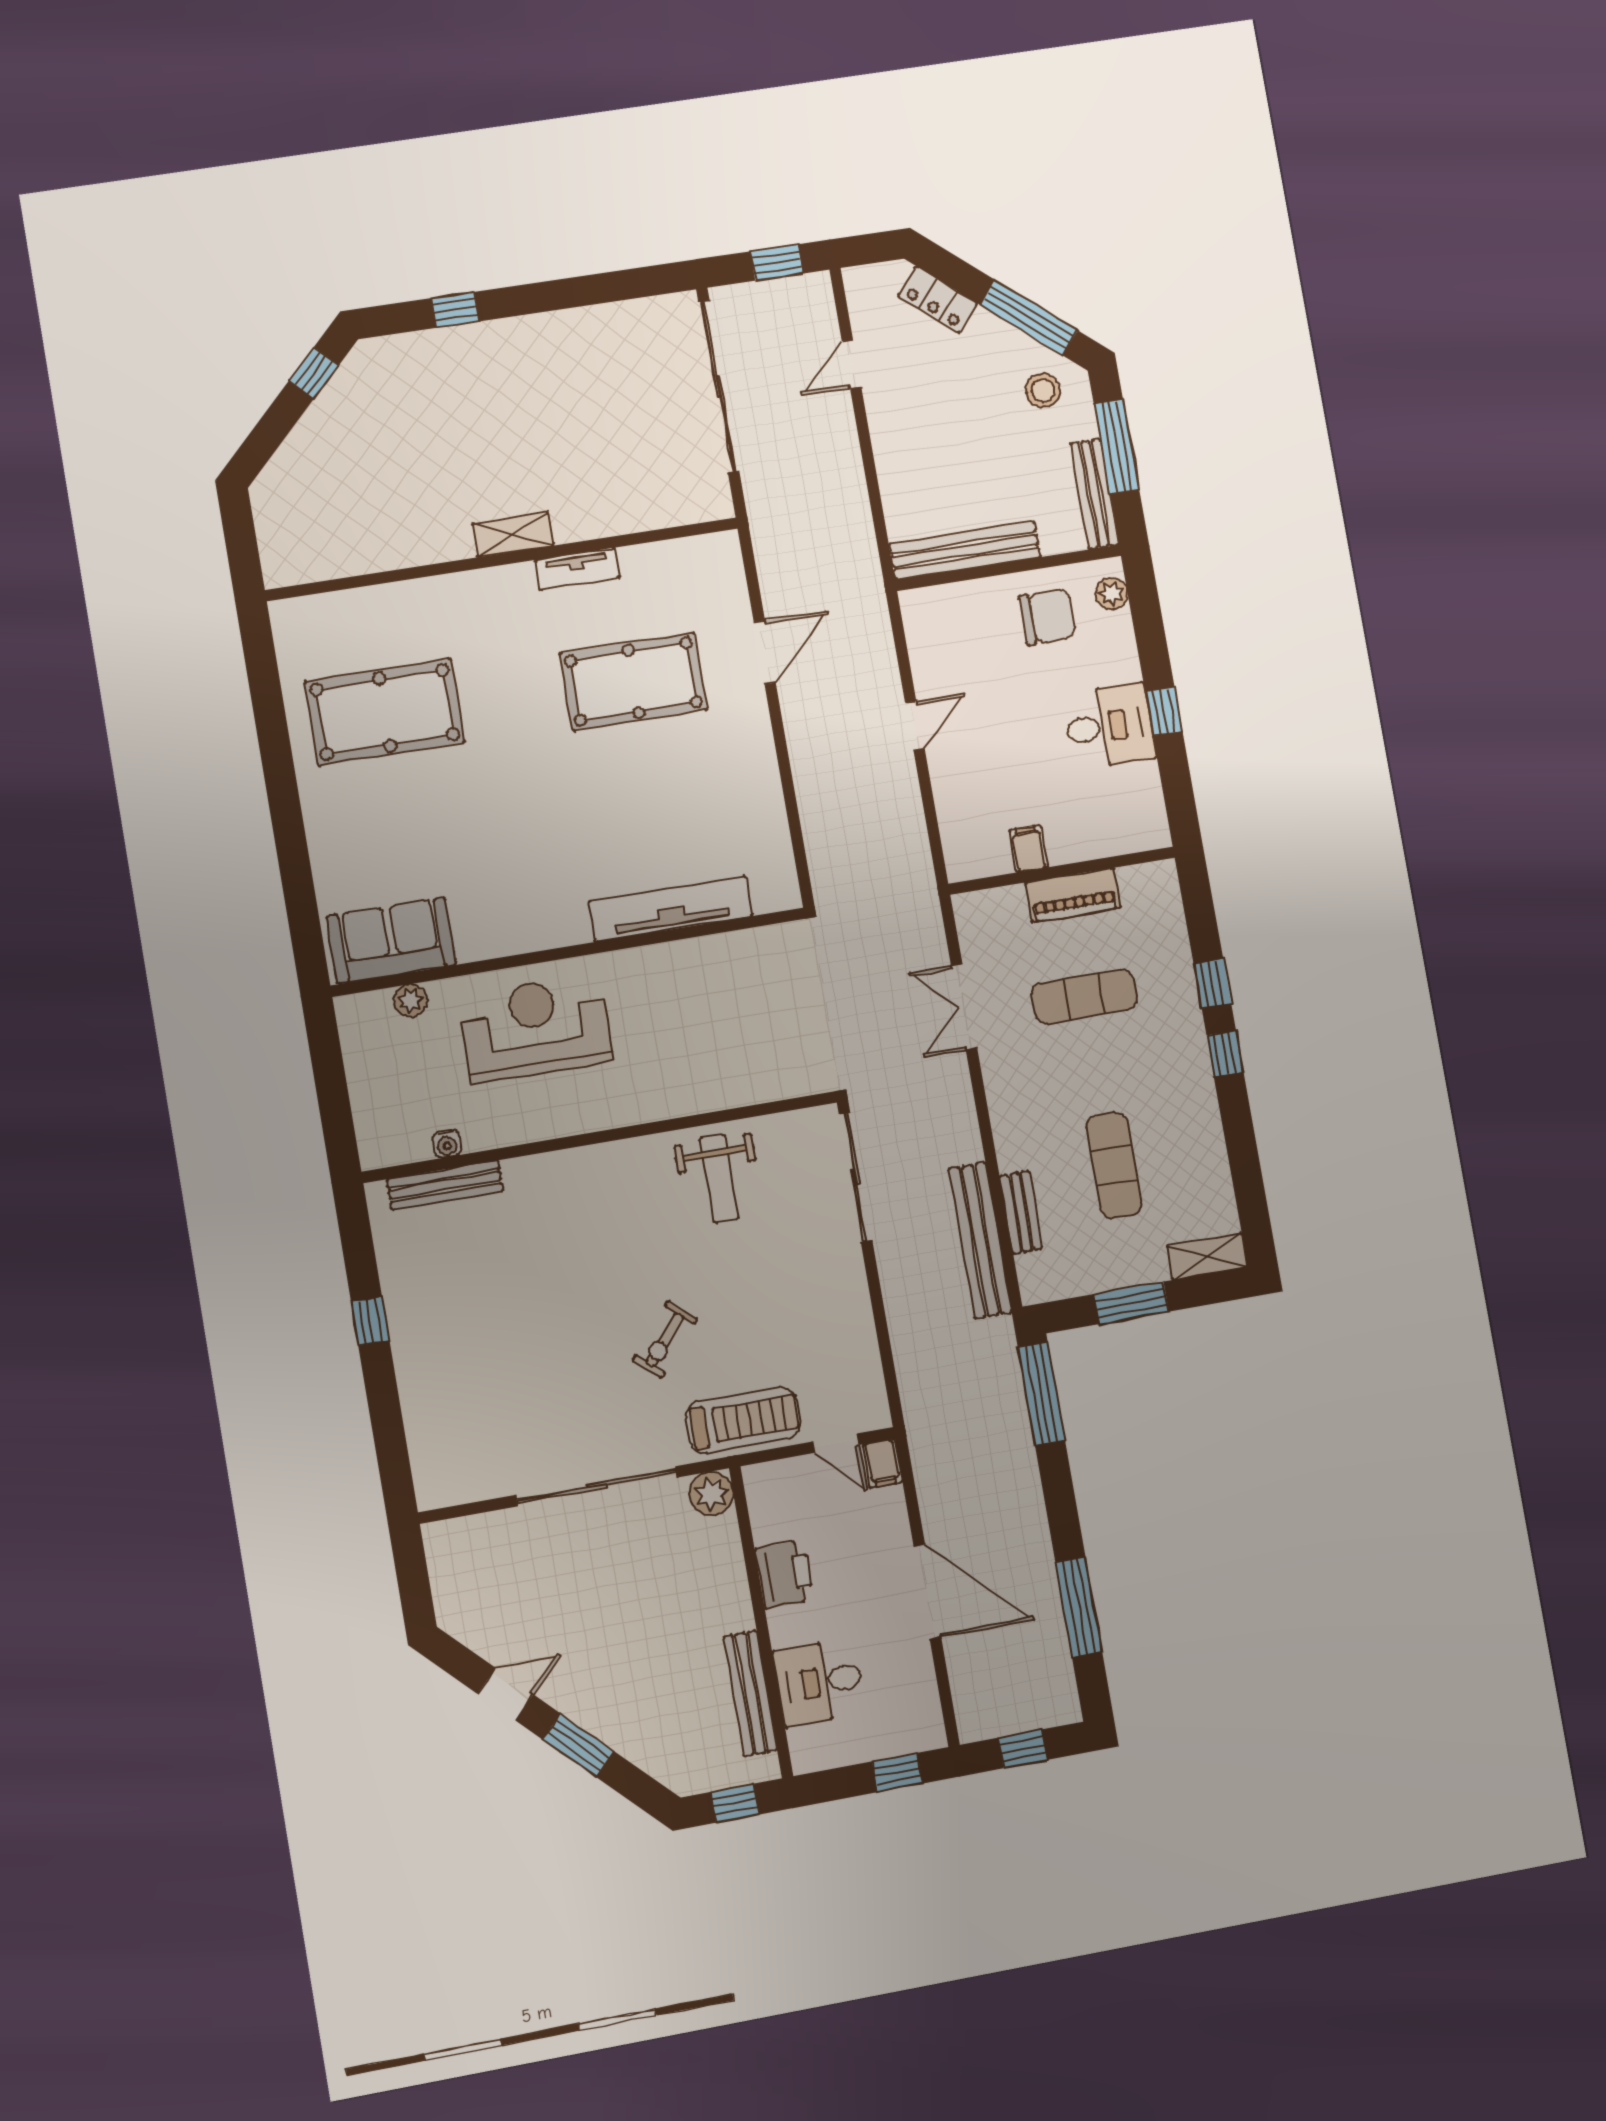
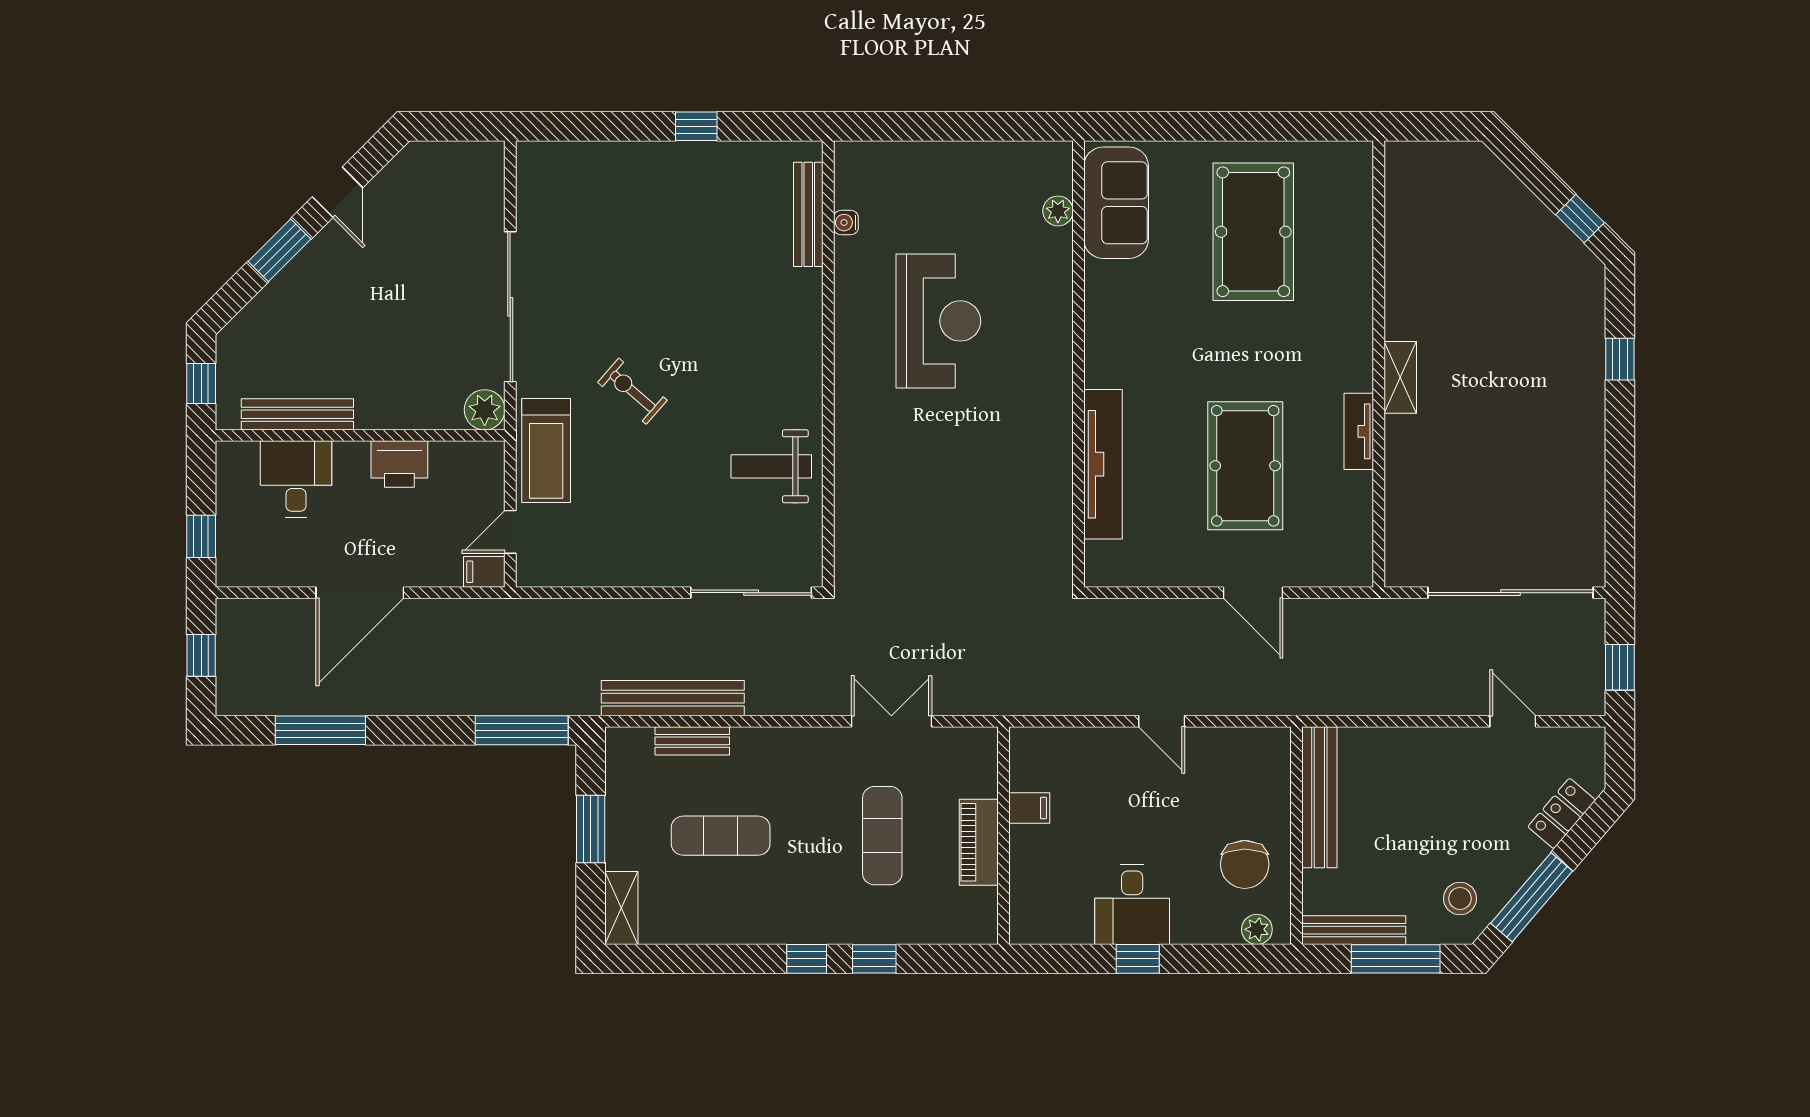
tv unit: (671, 909) -> (1103, 464), moved
sofa: (391, 941) -> (1116, 203), moved
wall: (569, 952) -> (1078, 364), moved
plant: (410, 1001) -> (1058, 211), moved

